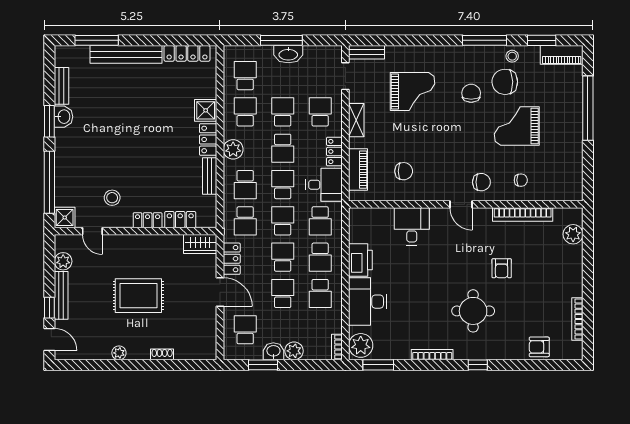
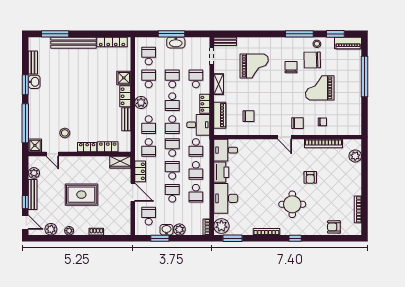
school desk: (283, 185) -> (172, 125), turned 180
desk: (412, 226) -> (226, 150), moved, turned -90
plant: (90, 351) -> (51, 229), added

